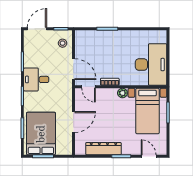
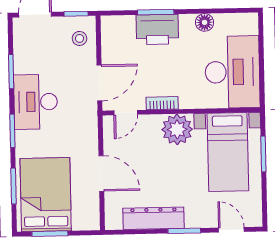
floor lamp: (135, 35) -> (205, 22), added
printer: (108, 39) -> (157, 29), added
door: (74, 69) -> (99, 83), hinge flipped
desk: (36, 79) -> (36, 102), width x1.37
door: (88, 87) -> (126, 113), hinge flipped
plant: (122, 93) -> (177, 129), width x1.88, depth x1.88
door: (74, 122) -> (101, 173), hinge flipped

